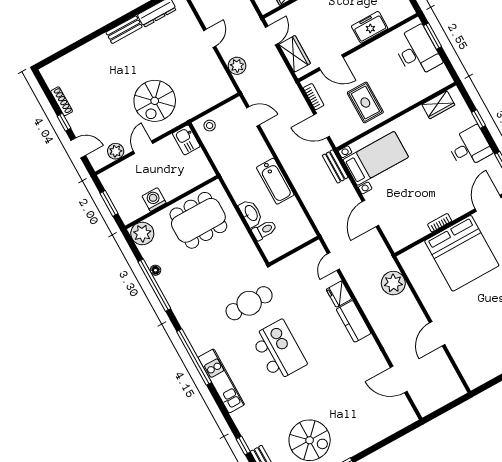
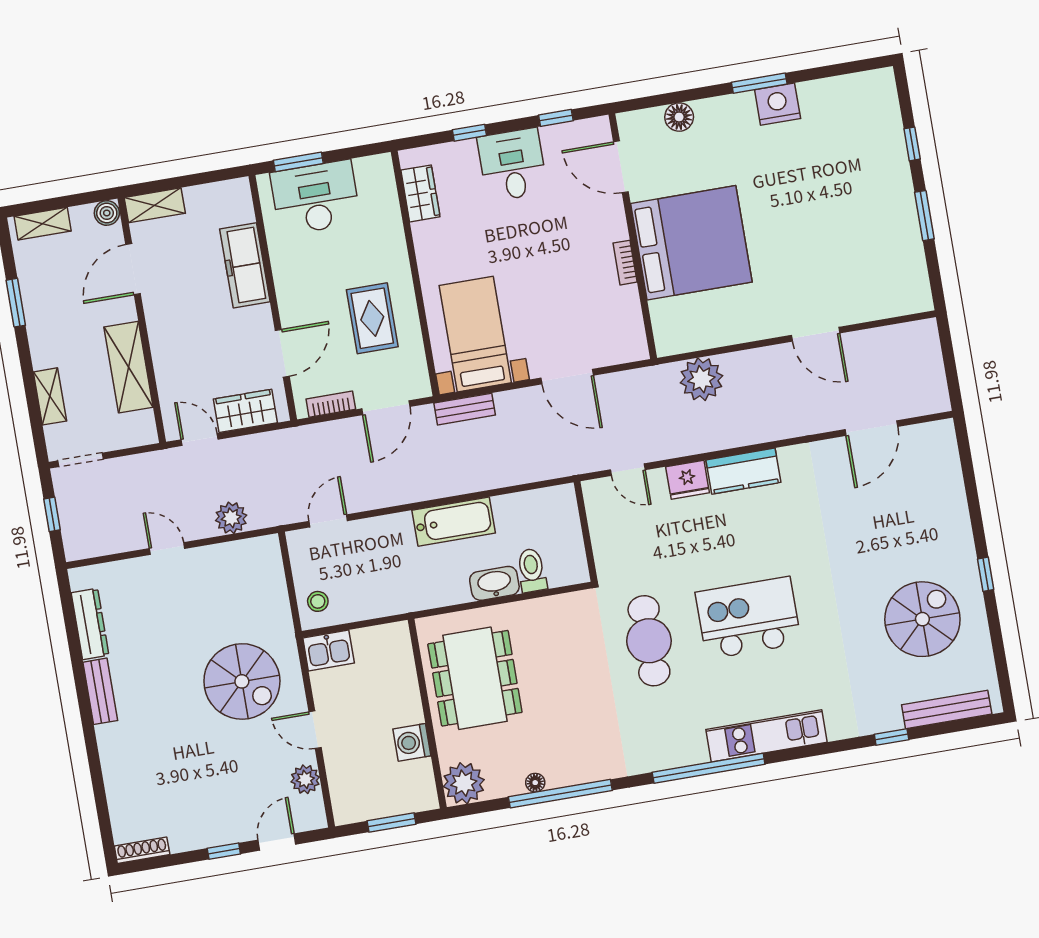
freezer: (370, 27) -> (245, 265), width x1.40
shoe rack: (62, 101) -> (142, 850), moved
rug: (365, 103) -> (372, 318), turned 90

